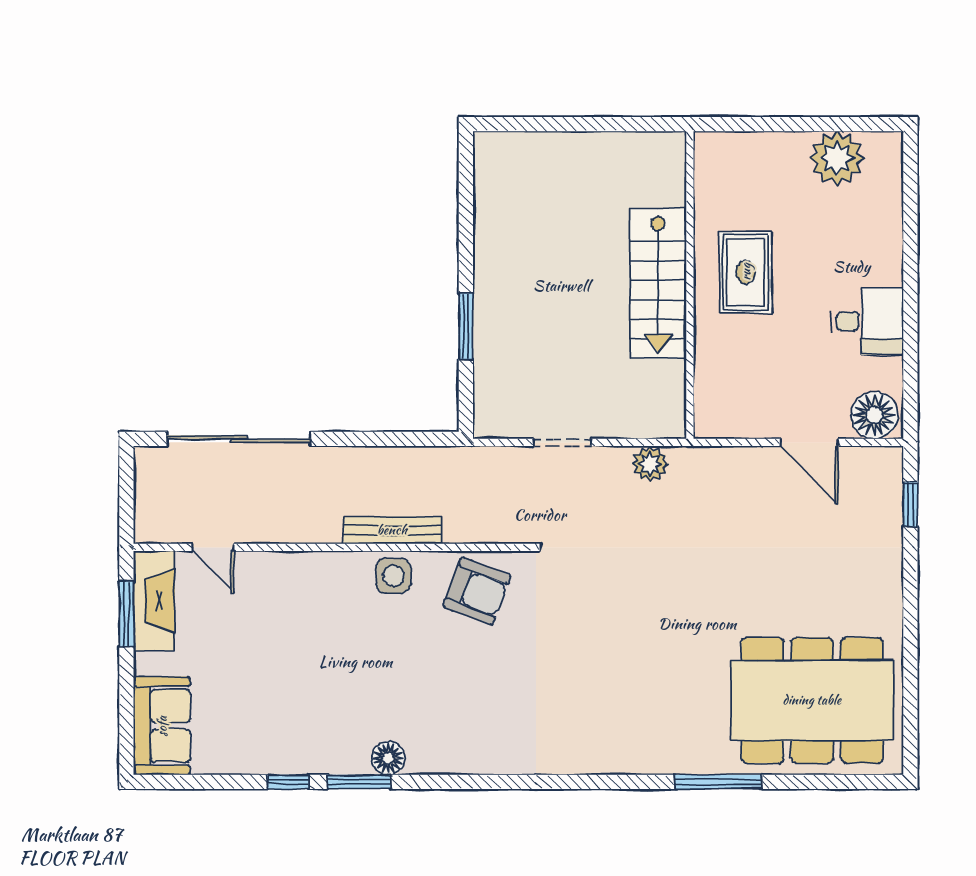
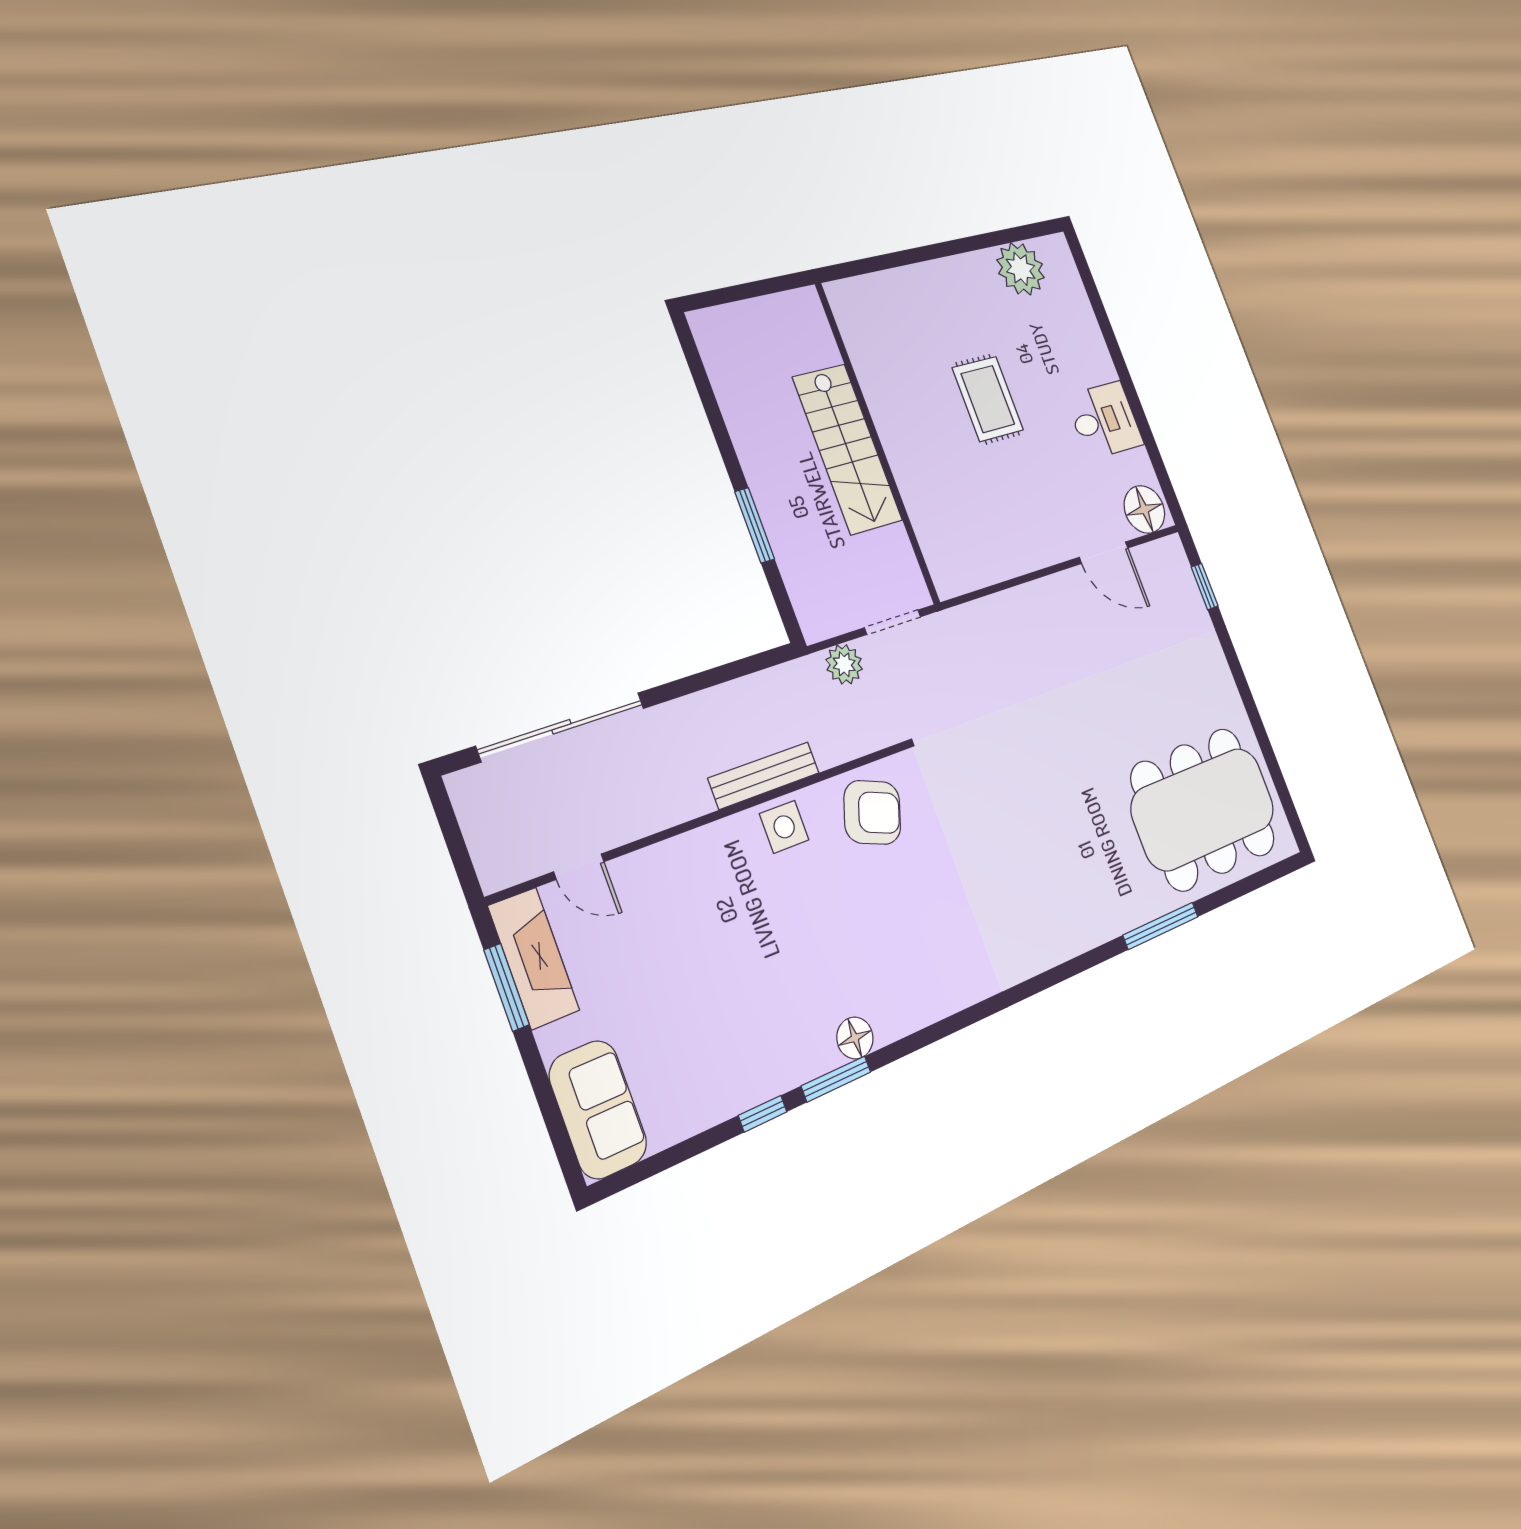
stairs: (658, 283) -> (848, 449), moved
wall: (690, 285) -> (877, 443), moved
plant: (650, 464) -> (844, 664), moved

